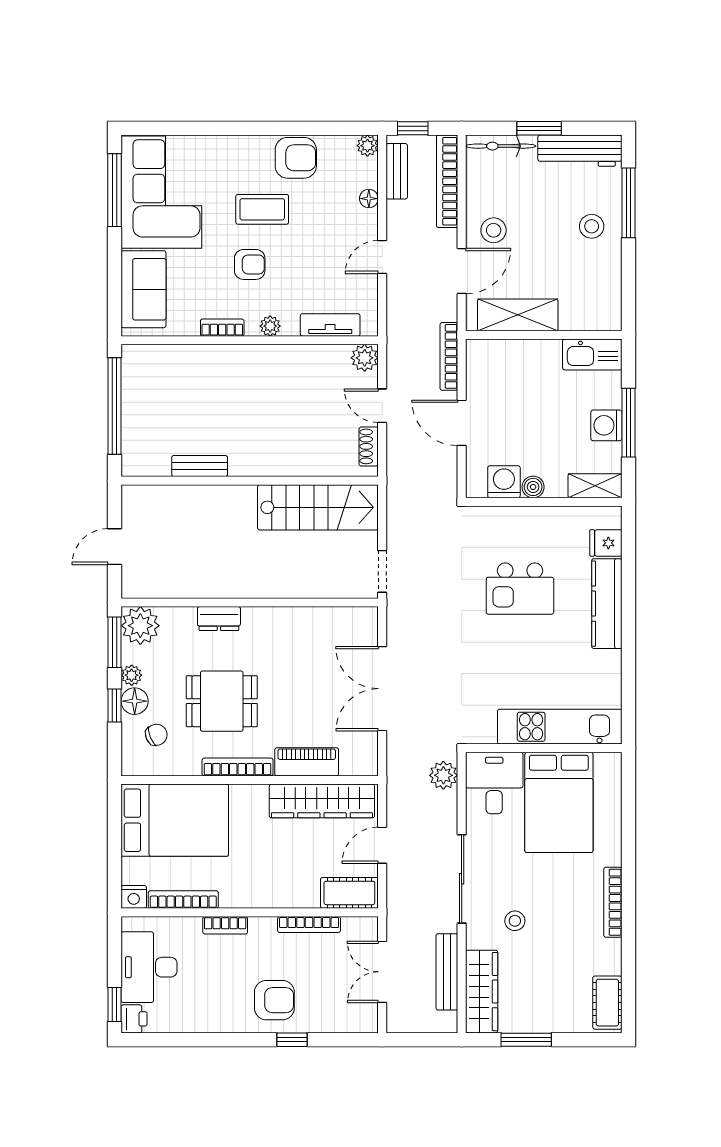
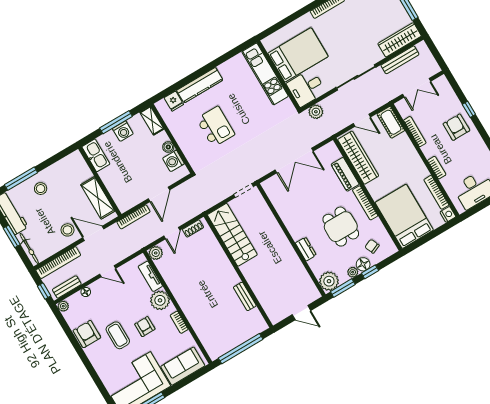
plant: (270, 326) -> (160, 300), width x1.88, depth x1.88
stool: (515, 921) -> (360, 44), removed

